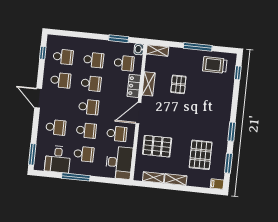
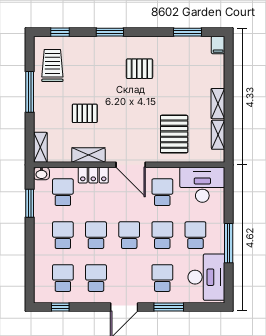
trolley: (215, 65) -> (52, 65), turned 180
window: (232, 132) -> (110, 32), moved
window: (32, 154) -> (169, 307), moved
pallet: (201, 155) -> (139, 69), moved, width x0.67, depth x0.71
desk: (58, 159) -> (206, 277), width x1.37

